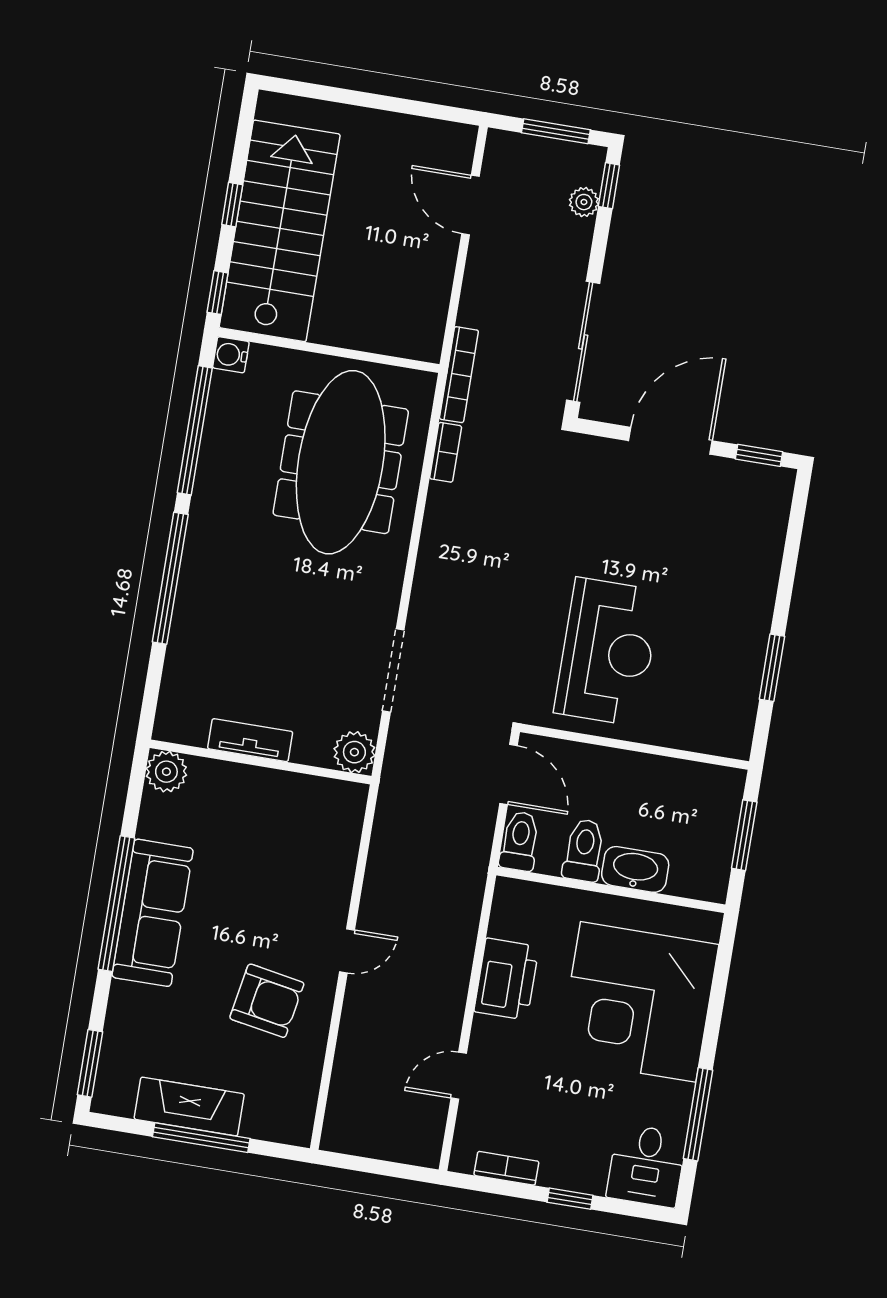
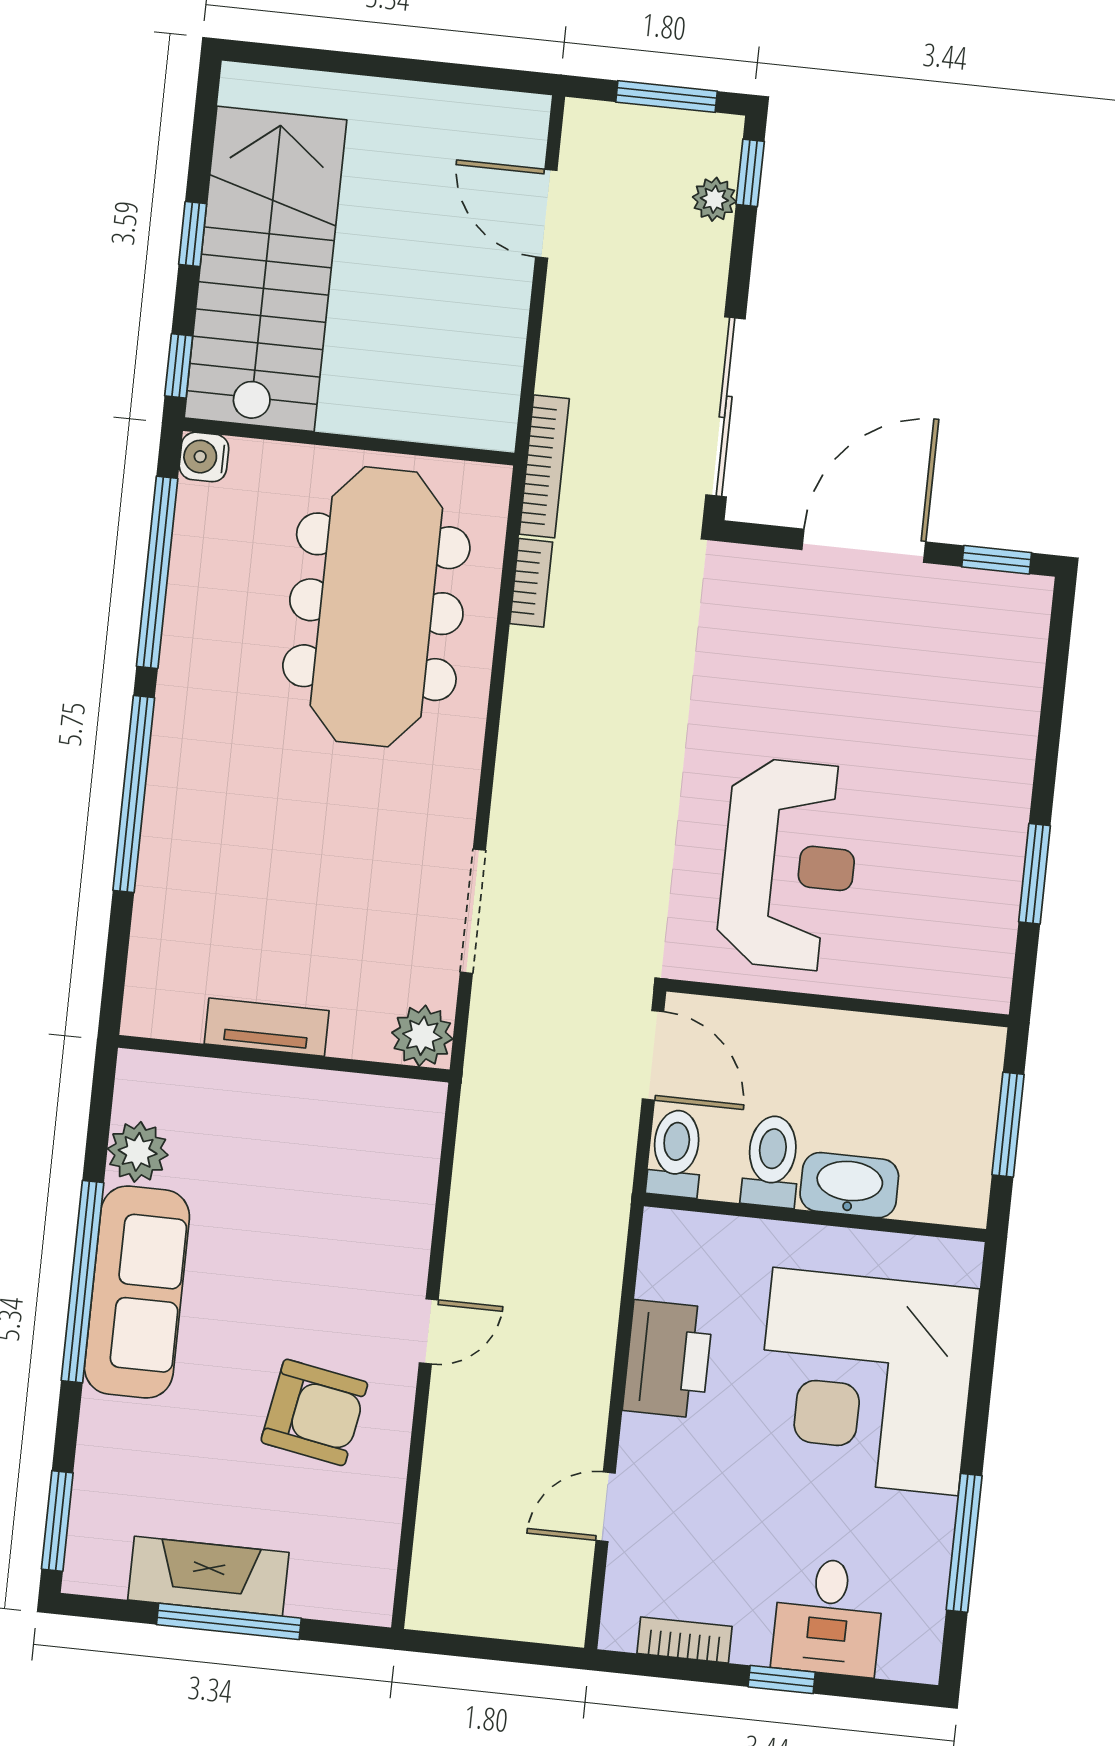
plant: (166, 772) -> (138, 1152), moved
desk: (646, 1166) -> (828, 1617), moved

